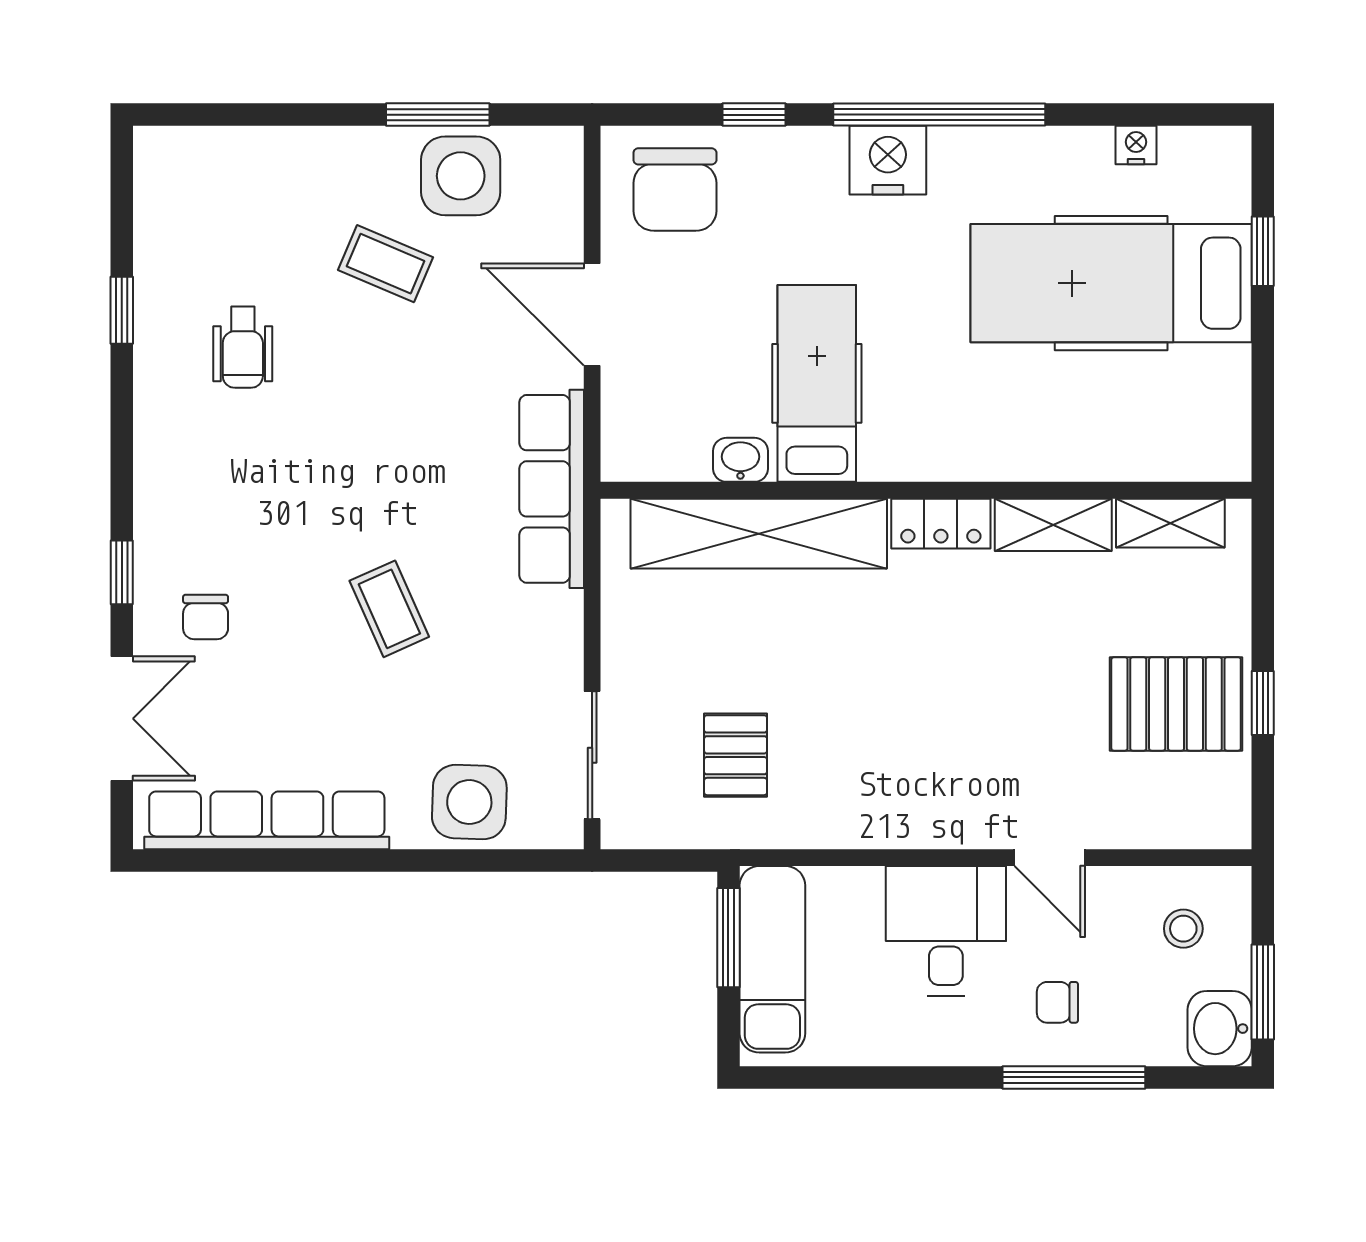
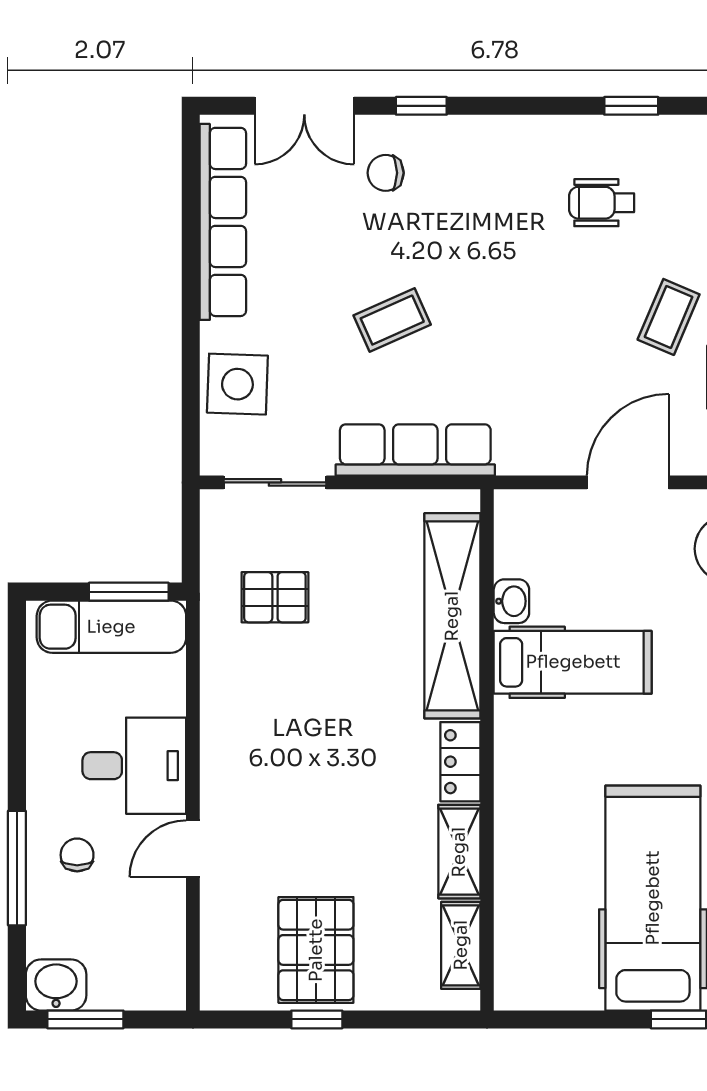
row of seats: (552, 489) -> (415, 450), moved
stool: (1183, 929) -> (136, 956), removed

